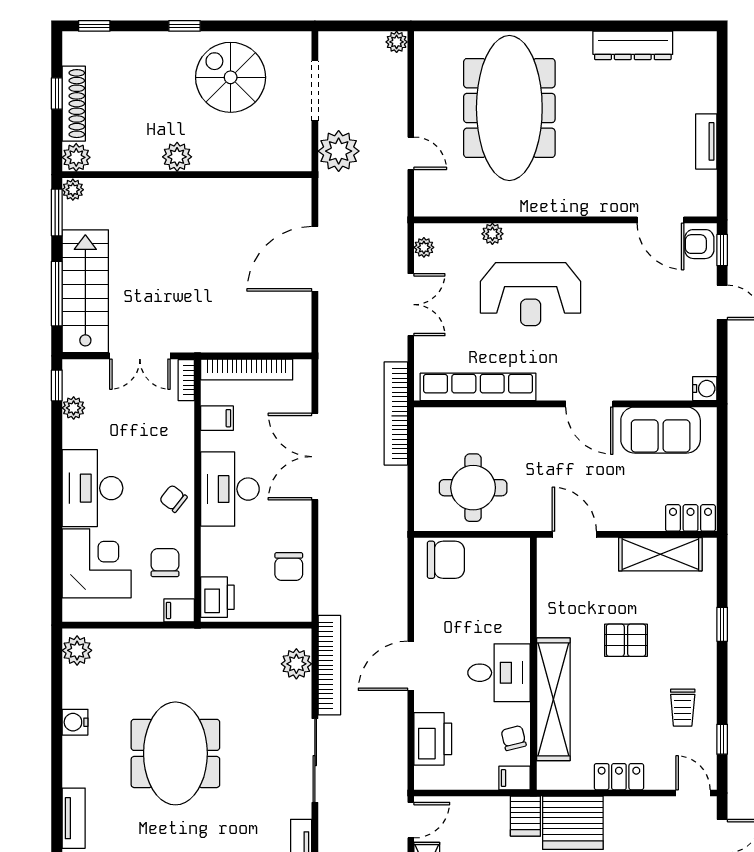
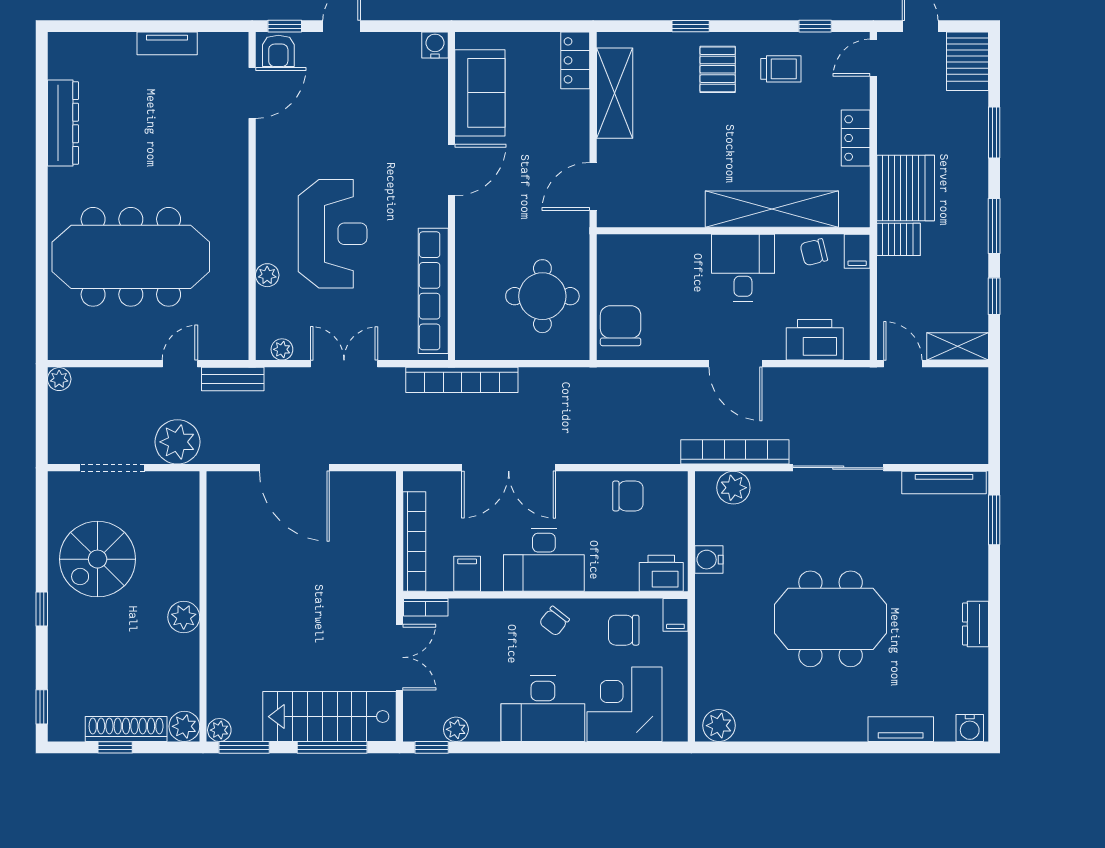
bench: (397, 202) -> (233, 379), added
pallet: (626, 640) -> (718, 69), moved
water cooler: (75, 722) -> (709, 560), moved, turned 90

